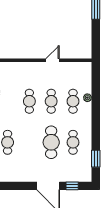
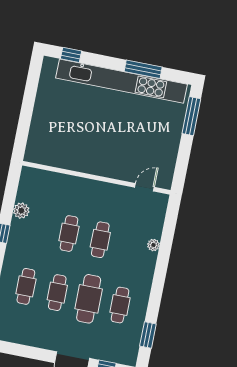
door: (52, 60) -> (144, 187), moved
cafe table: (73, 101) -> (57, 293), moved

